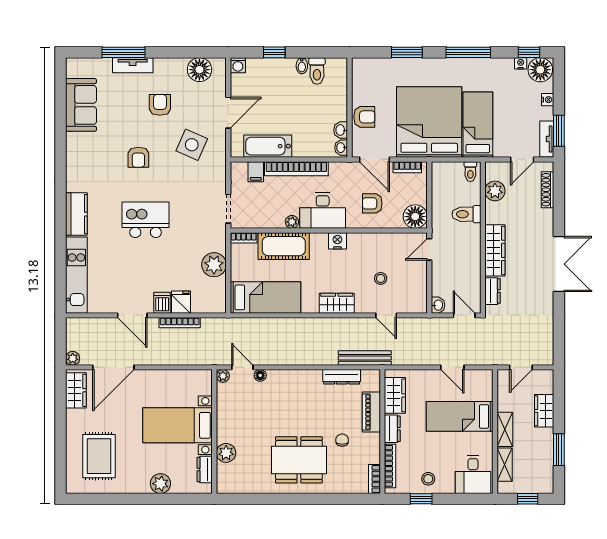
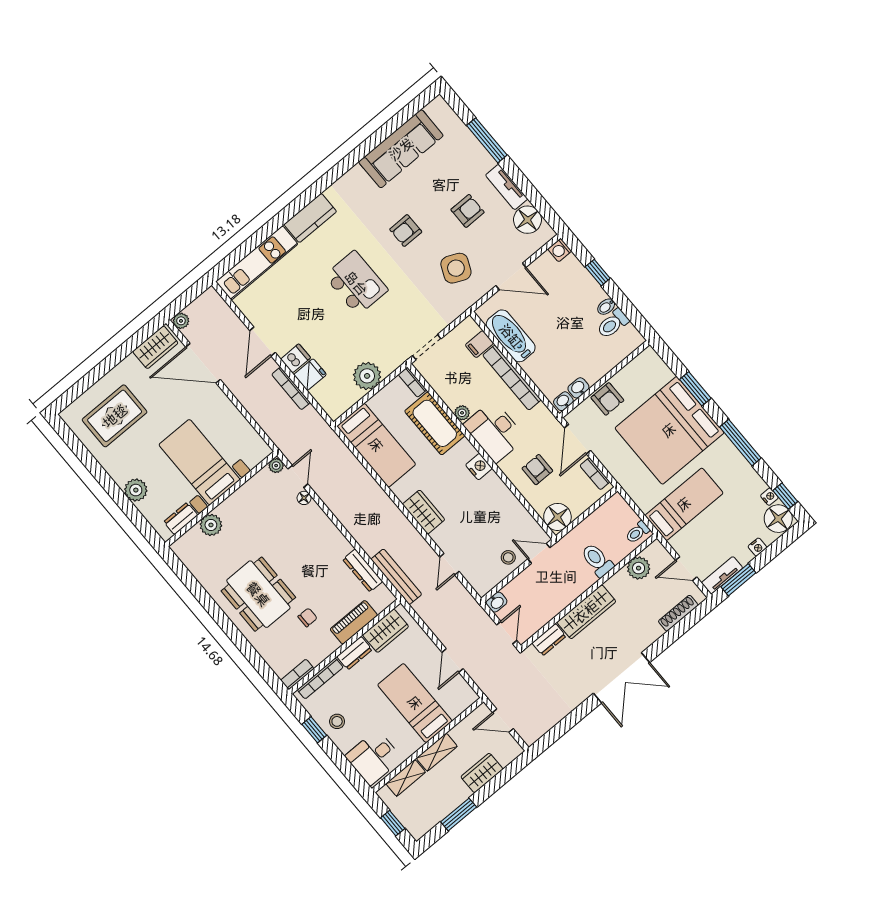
tv unit: (133, 65) -> (507, 187), moved
sofa: (81, 105) -> (401, 149), width x1.36
bed: (429, 122) -> (669, 430), moved, turned 180
stool: (381, 278) -> (508, 557), moved

